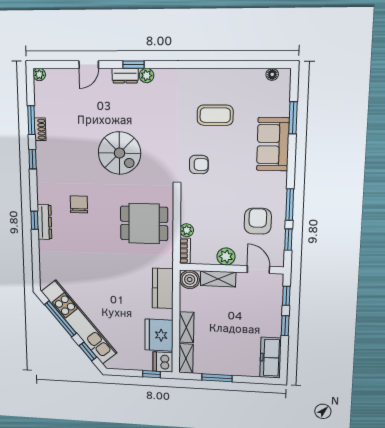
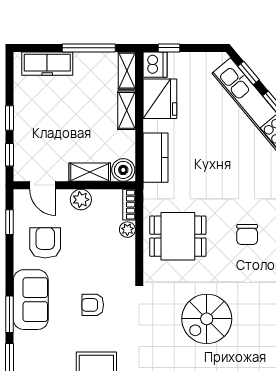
sofa: (273, 144) -> (31, 300), moved
spiral stairs: (119, 153) -> (207, 319), turned -90
armchair: (199, 164) -> (93, 305), moved
chair: (79, 204) -> (247, 235), moved
window: (290, 205) -> (10, 314), moved
armchair: (258, 221) -> (45, 243), turned 180
freezer: (271, 358) -> (47, 64), moved, turned 90
window: (217, 378) -> (89, 48), width x1.44

